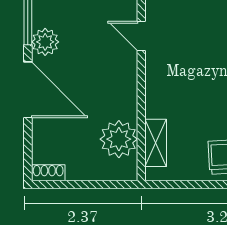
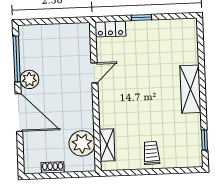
door: (141, 36) -> (94, 73), swing flipped
shoe rack: (48, 173) -> (53, 167), moved

